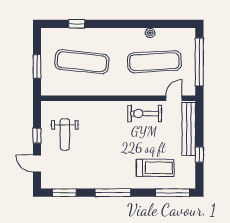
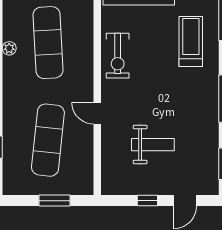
door: (174, 98) -> (97, 113), moved
weight bench: (65, 134) -> (153, 145), moved

